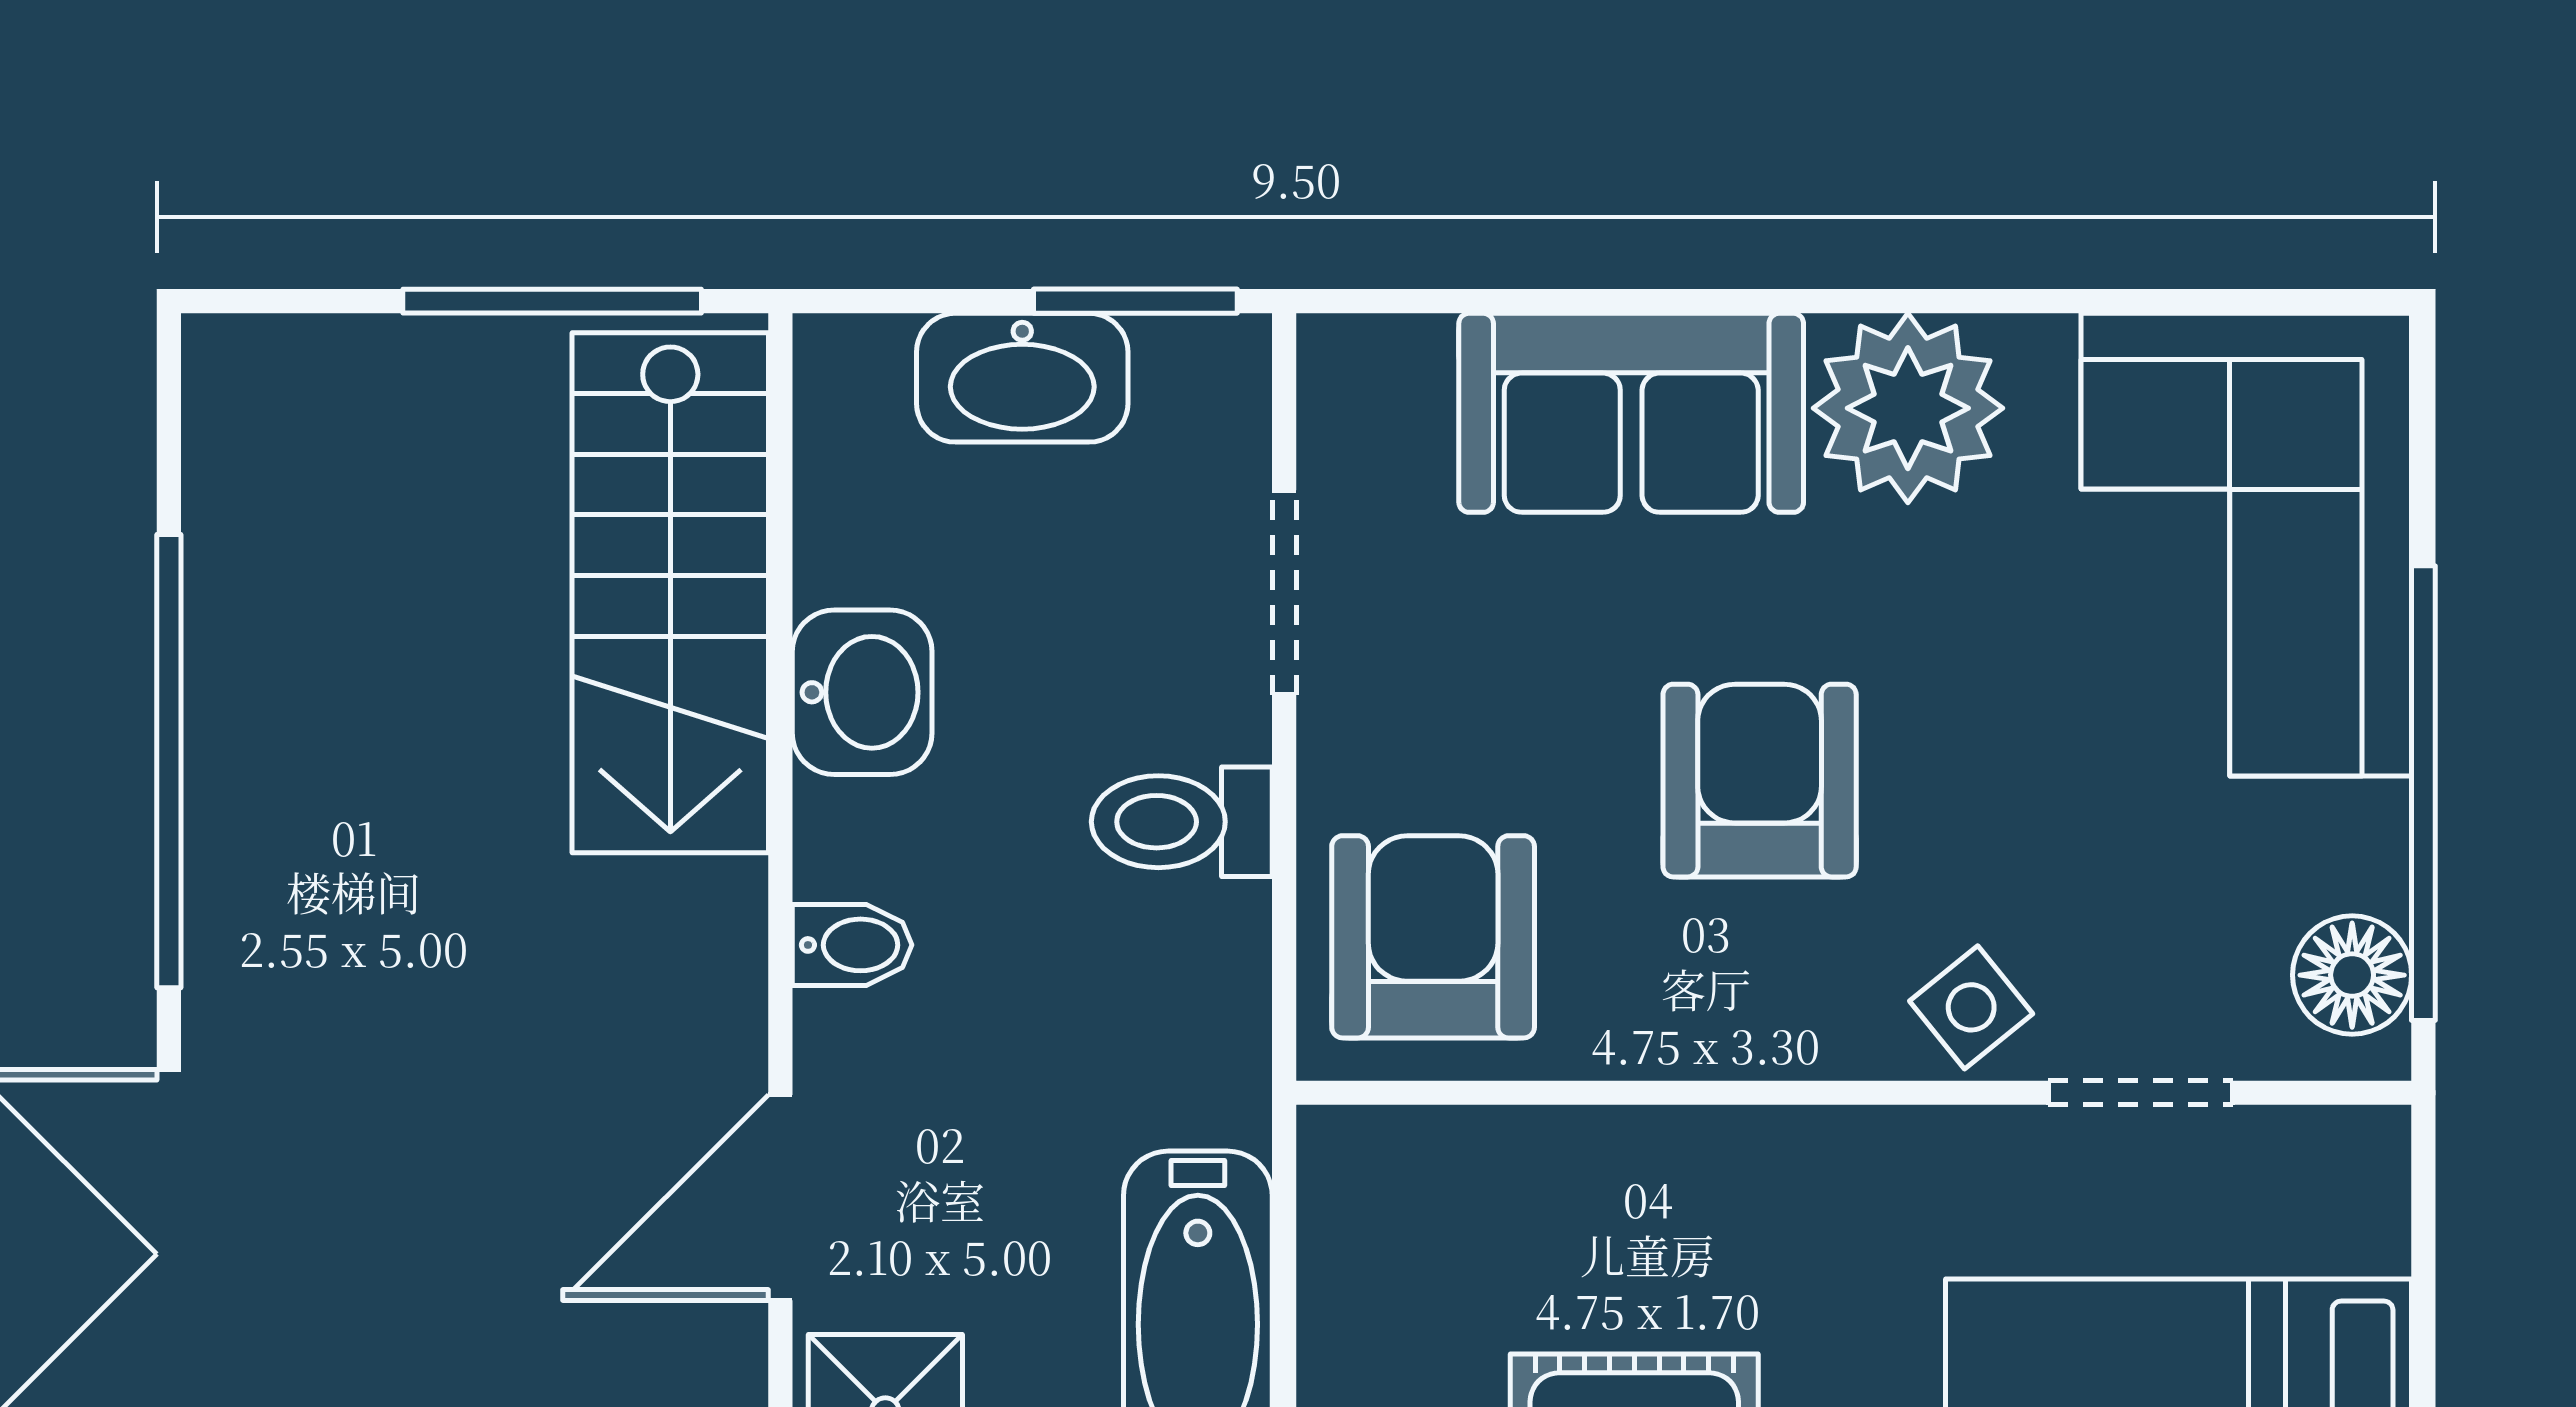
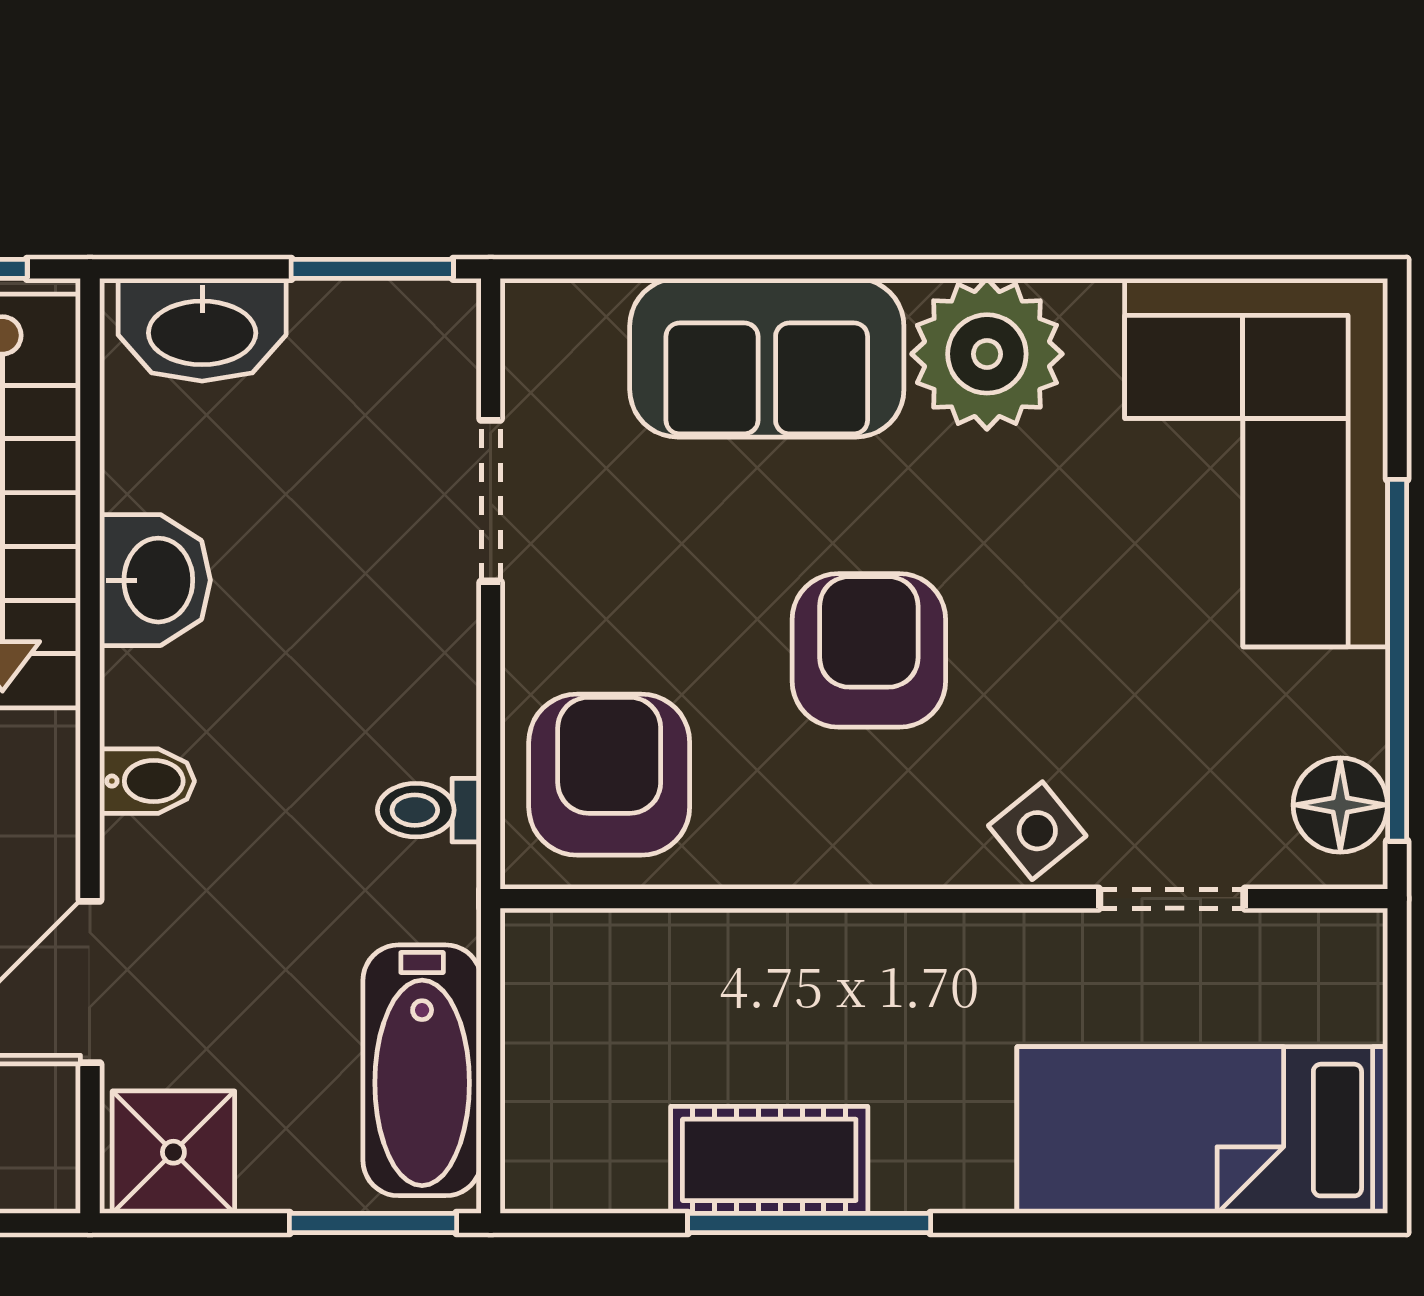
washbasin: (1022, 378) -> (202, 330), moved
toilet: (1182, 822) -> (429, 810), moved, width x0.73, depth x0.72

